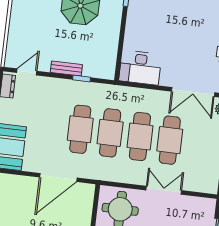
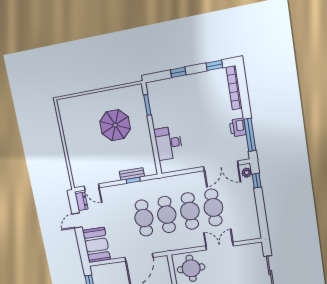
bench: (66, 68) -> (132, 174), moved
desk: (140, 68) -> (168, 143), moved, turned 90
door: (27, 72) -> (92, 187), swing flipped

